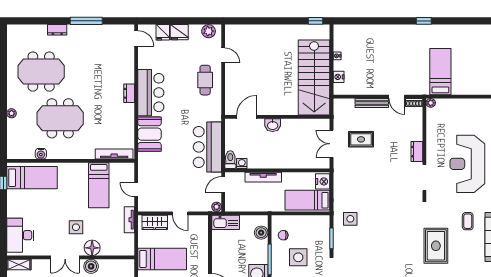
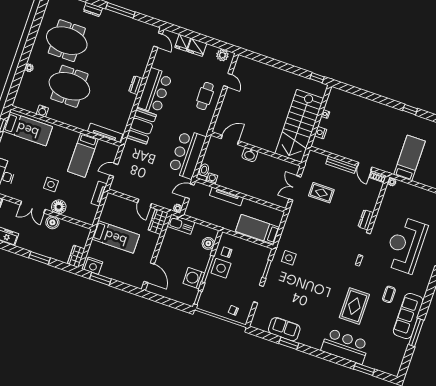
nightstand: (323, 181) -> (276, 218), removed
door: (136, 190) -> (114, 170), hinge flipped
wardrobe: (155, 222) -> (158, 222), moved, turned 90
side table: (298, 257) -> (221, 268), moved

